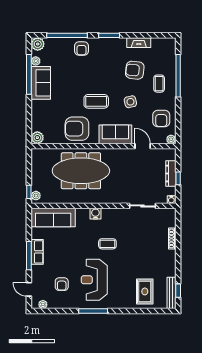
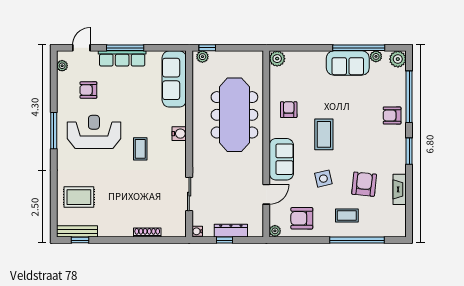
armchair: (77, 129) -> (289, 110), width x0.53, depth x0.53
row of seats: (37, 252) -> (122, 58), width x1.48

